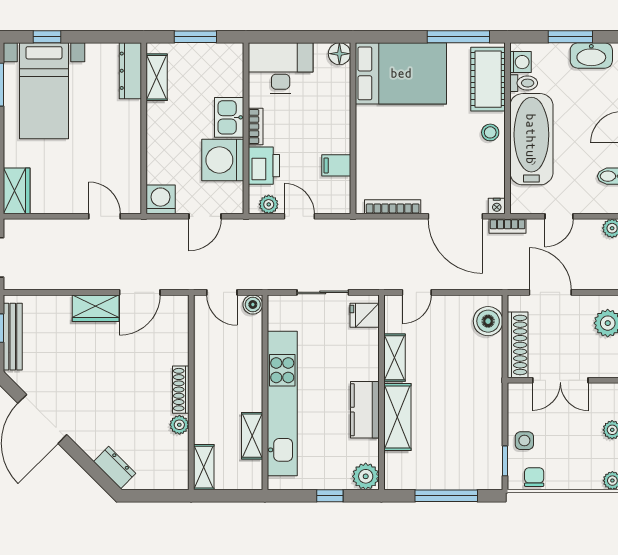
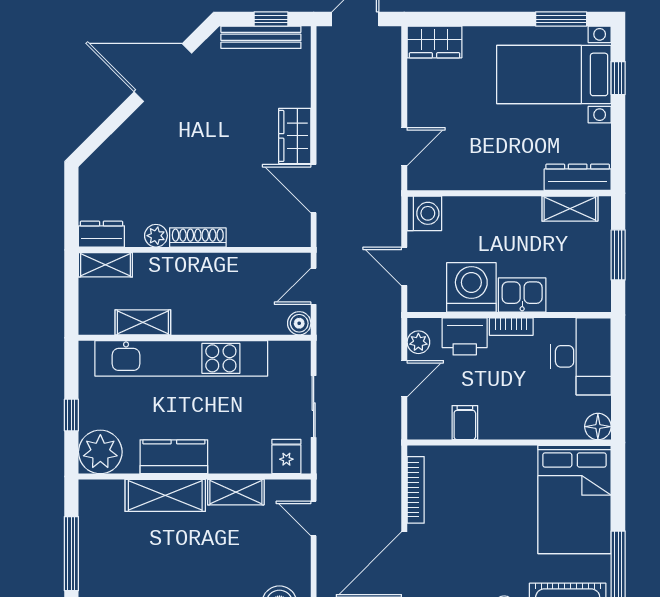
dresser: (115, 467) -> (101, 234), moved, turned -135
plant: (366, 476) -> (100, 452), width x1.36, depth x1.36

